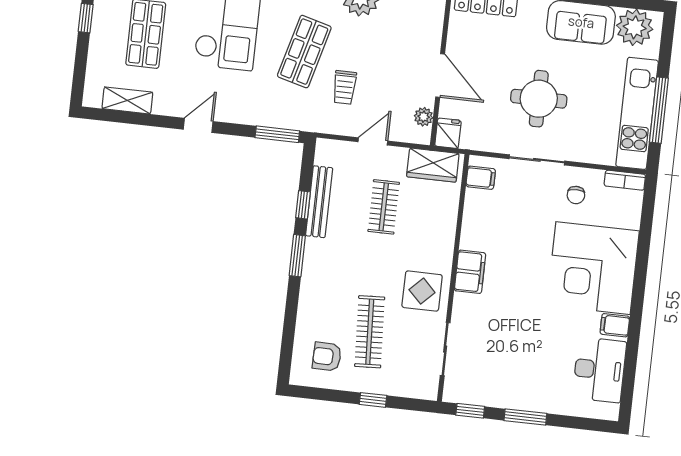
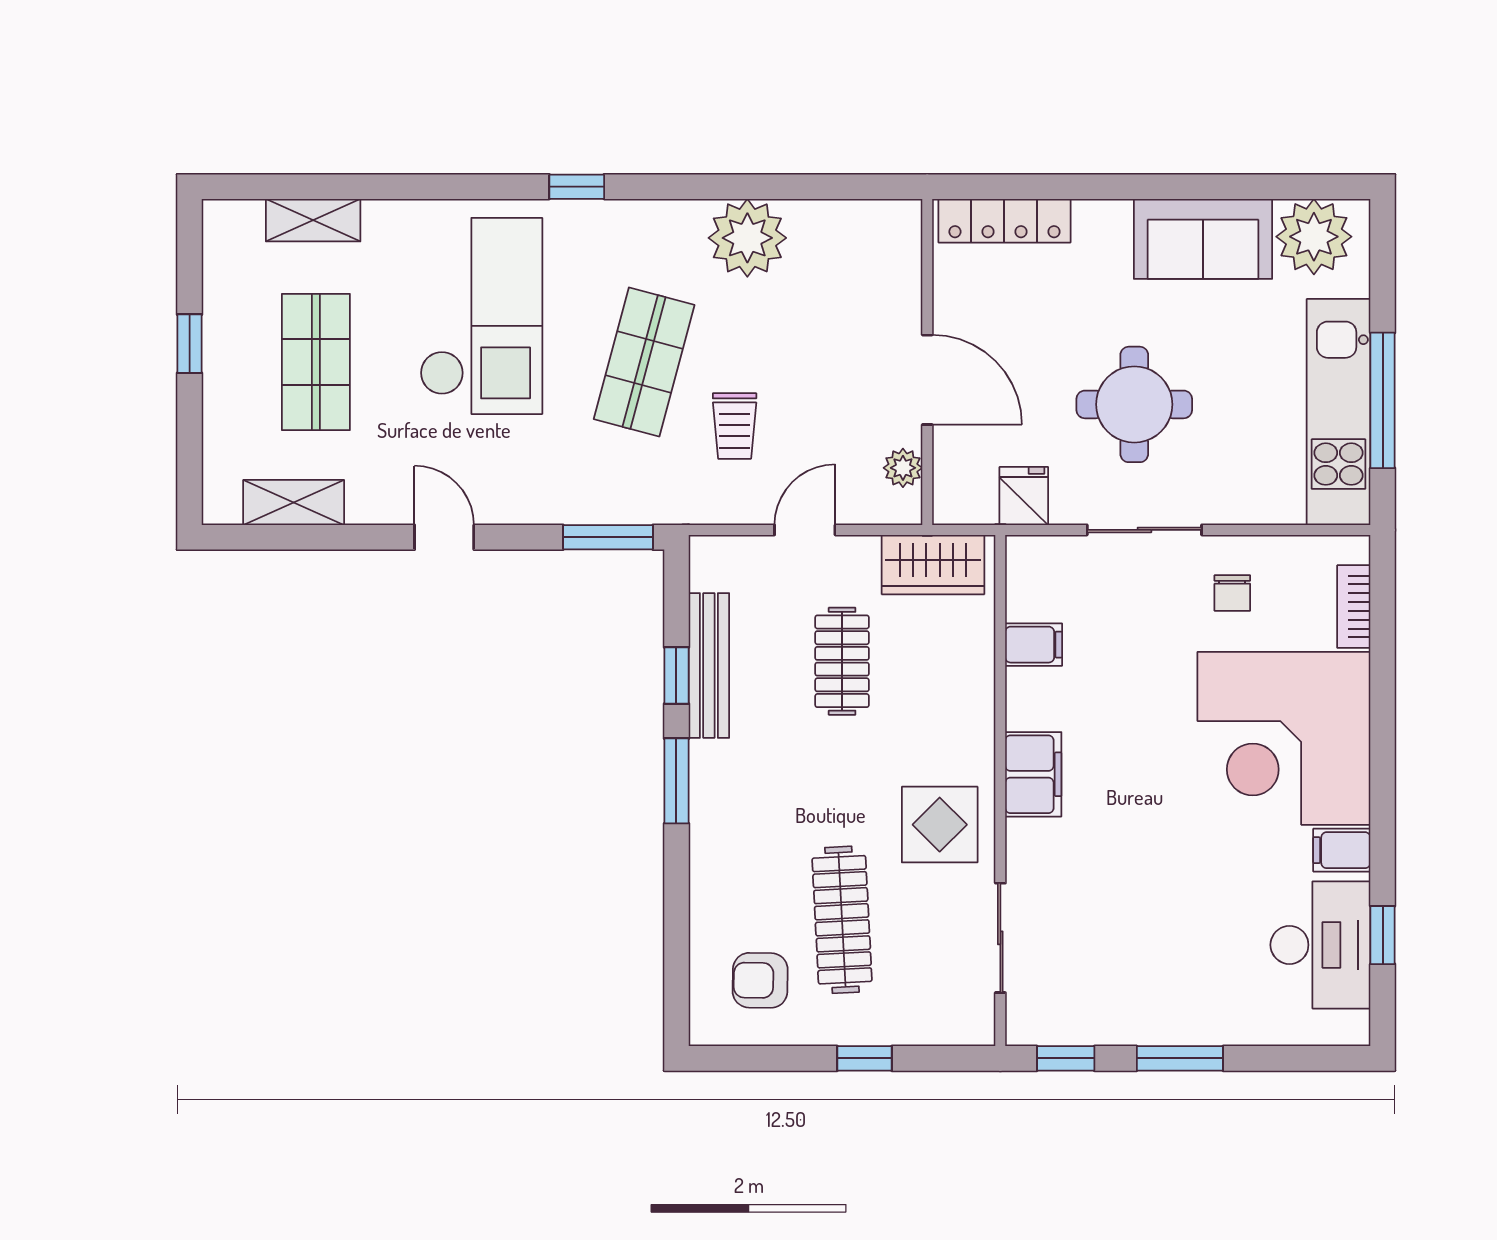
door: (198, 125) -> (444, 537), hinge flipped
fridge: (448, 133) -> (1024, 496), moved
filing cabinet: (481, 178) -> (1034, 645), moved
bookcase: (625, 180) -> (1354, 607), moved, turned 90
window: (630, 368) -> (1383, 935), added

